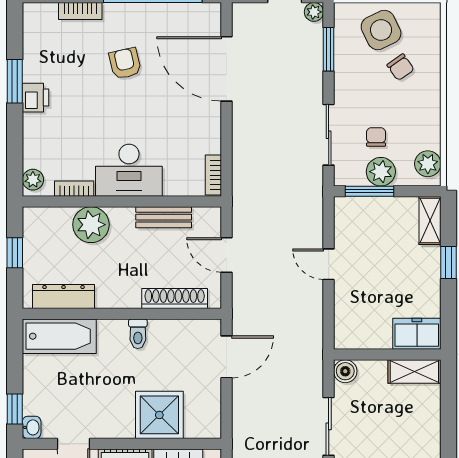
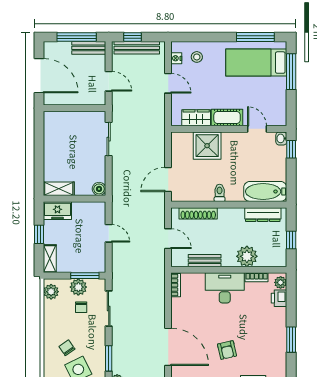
printer: (36, 98) -> (279, 298), moved
freezer: (417, 334) -> (57, 211), moved
wall: (387, 355) -> (75, 199), moved
boiler: (345, 371) -> (99, 189), moved
shelving: (414, 372) -> (59, 189), moved

